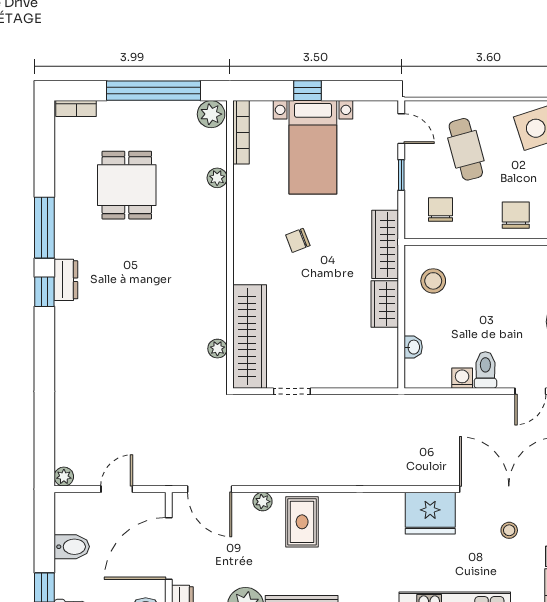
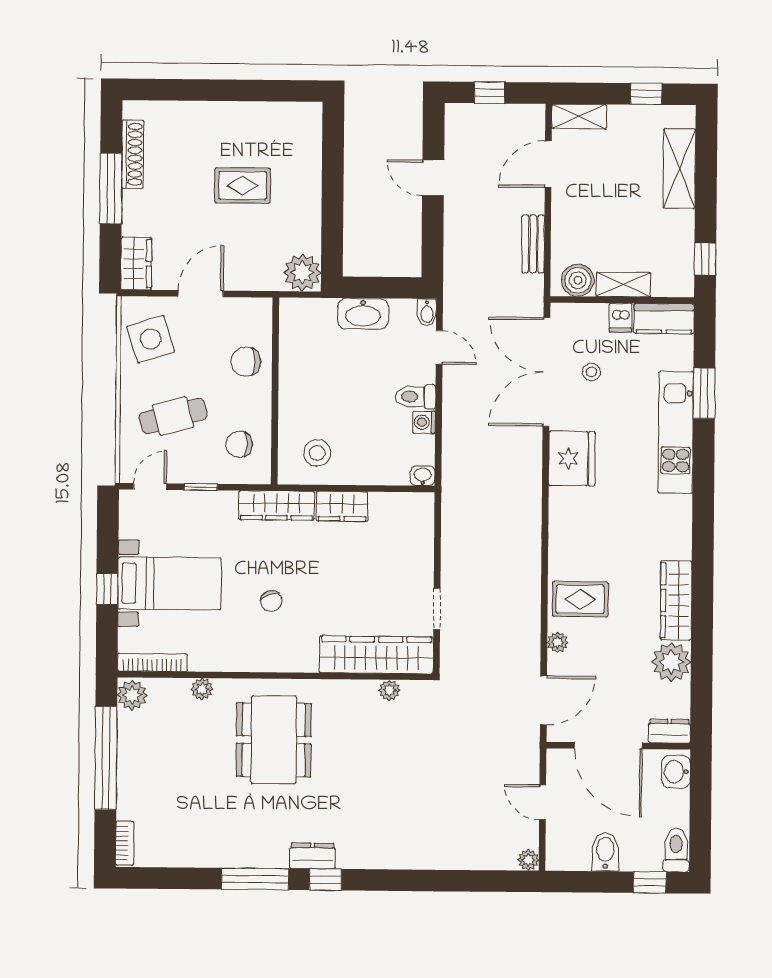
dining table: (127, 185) -> (274, 740), moved, width x1.37
washbasin: (413, 347) -> (423, 476), moved

